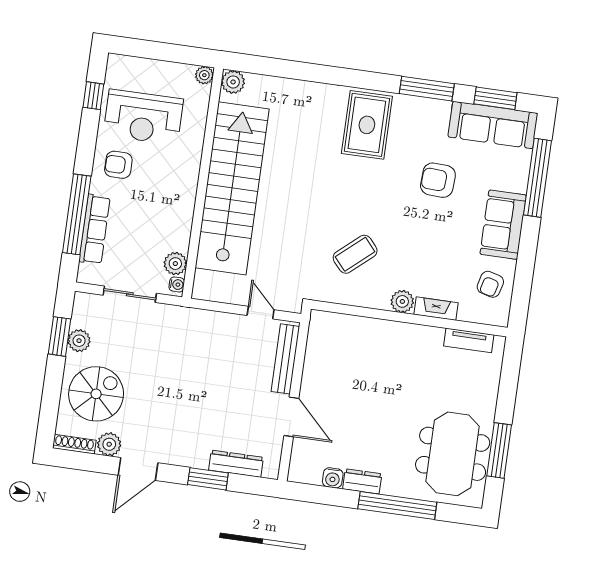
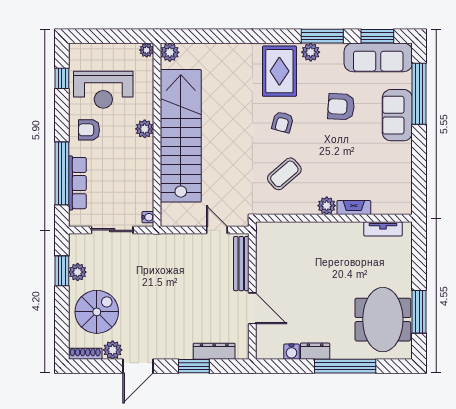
plant: (409, 107) -> (311, 52), added
sofa: (503, 225) -> (397, 115), moved
plant: (175, 264) -> (145, 129), moved
armchair: (490, 284) -> (283, 122), moved

